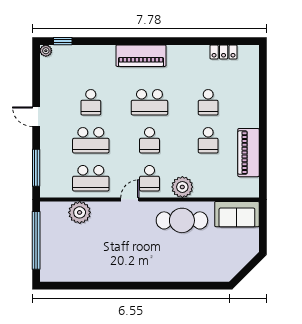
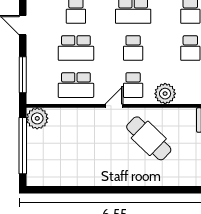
plant: (80, 212) -> (37, 118), moved
cafe table: (182, 220) -> (149, 138), moved, turned 44

